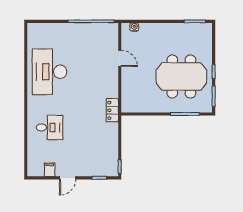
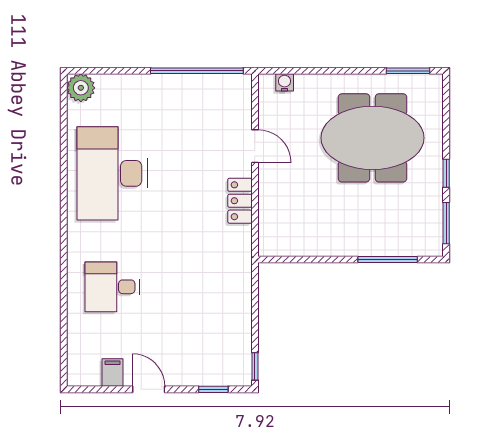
plant: (34, 30) -> (81, 88), added
meeting table: (181, 77) -> (373, 138), moved
locker: (112, 110) -> (240, 201), moved
desk: (50, 127) -> (112, 287), turned 180
door: (67, 178) -> (149, 389), swing flipped

